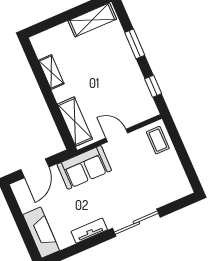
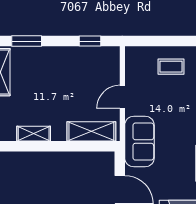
window: (135, 44) -> (27, 41), moved
coffee table: (158, 140) -> (171, 67), moved

